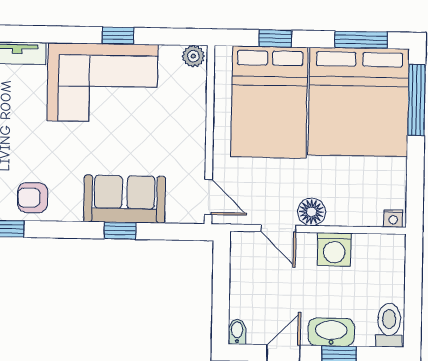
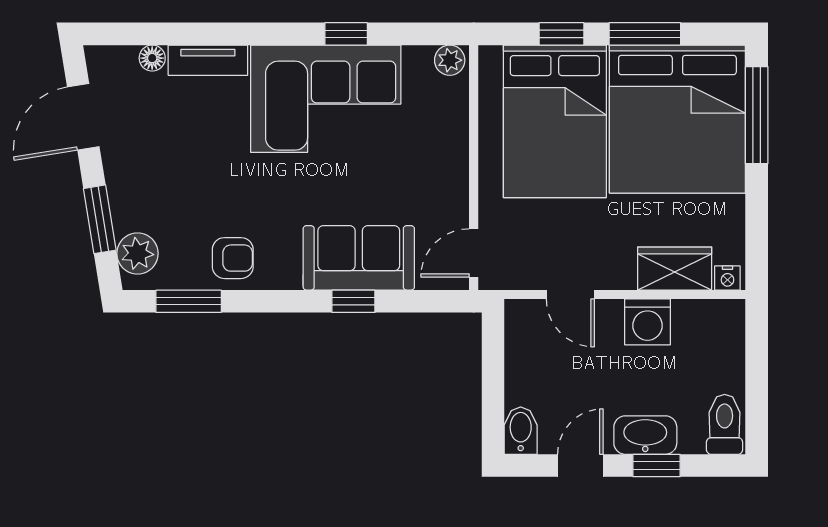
window: (361, 40) -> (645, 34), moved
door: (208, 197) -> (474, 253), swing flipped
armchair: (33, 198) -> (233, 258), turned 180
wardrobe: (355, 211) -> (675, 269), added
floor lamp: (312, 212) -> (615, 271), removed
bidet: (237, 332) -> (521, 431), width x1.38, depth x1.36

